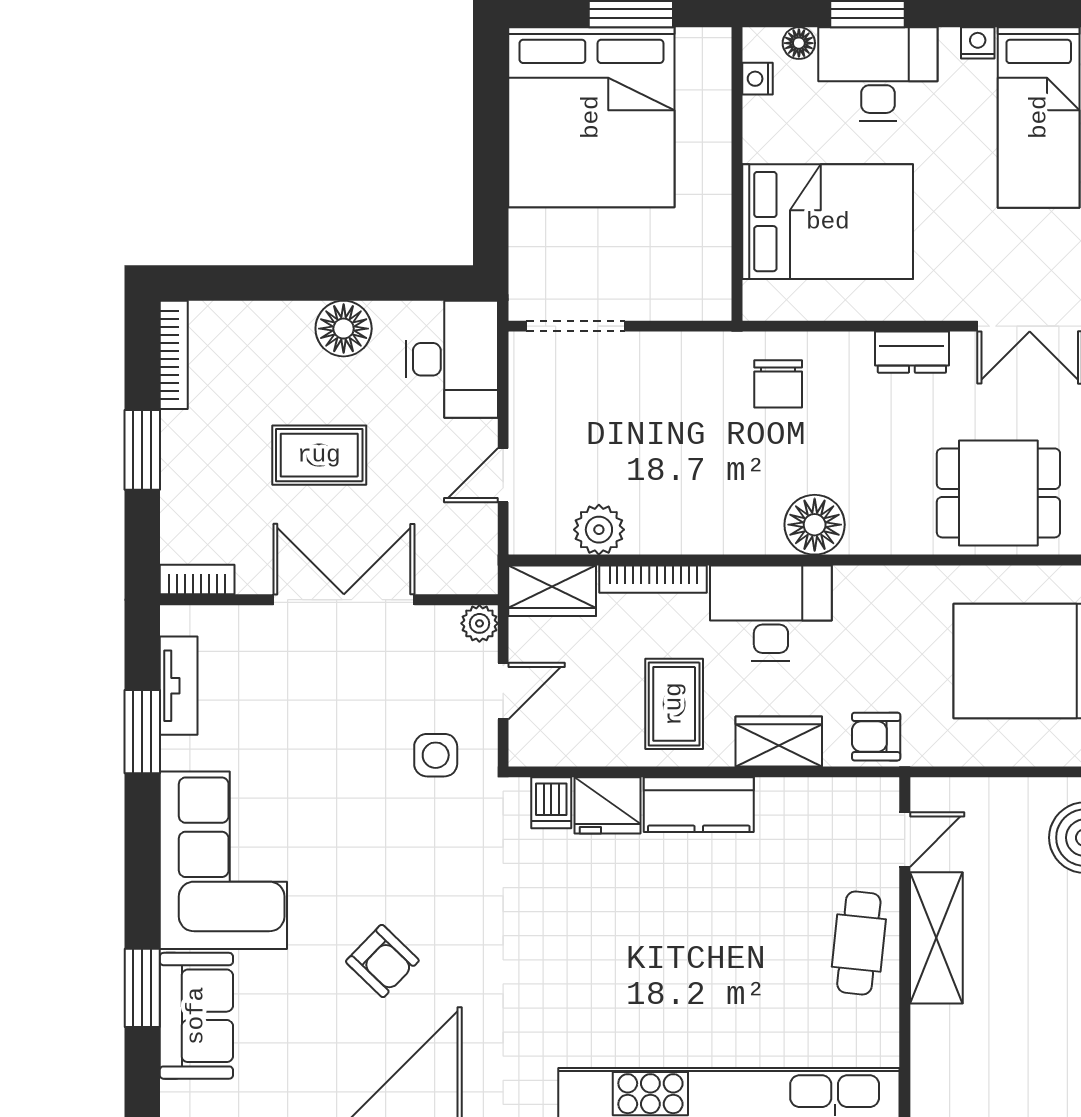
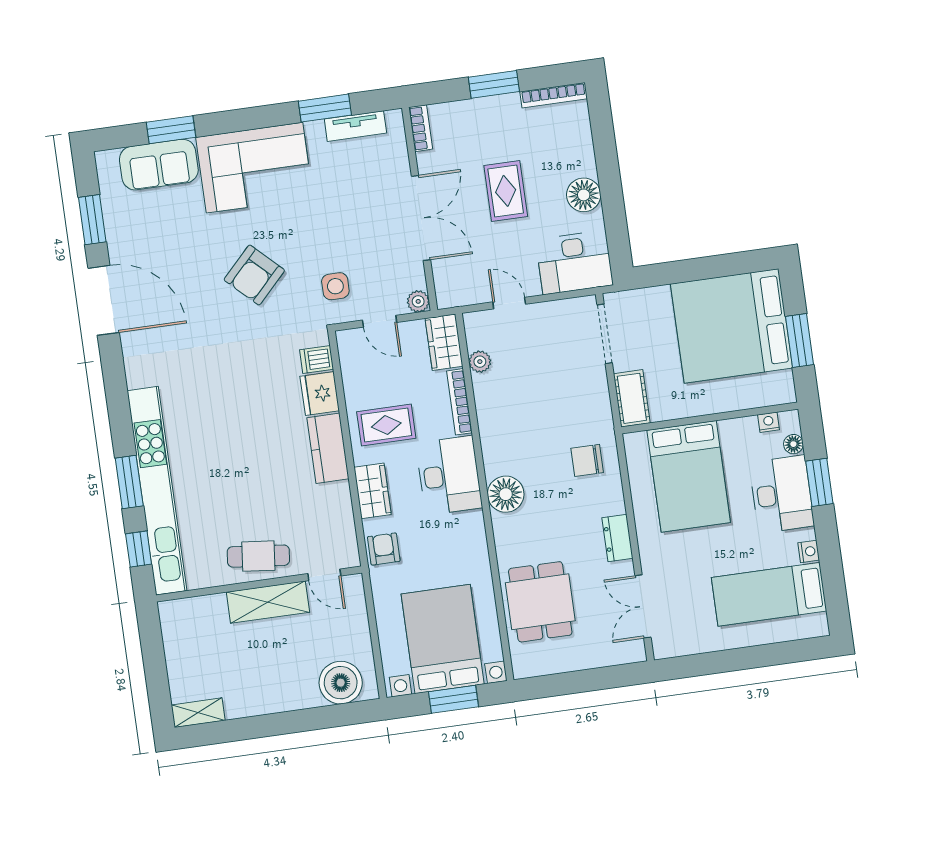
cot: (687, 297) -> (632, 398), added
plant: (599, 530) -> (480, 362), width x0.73, depth x0.73
armchair: (382, 961) -> (254, 275), moved, width x1.38, depth x1.38

